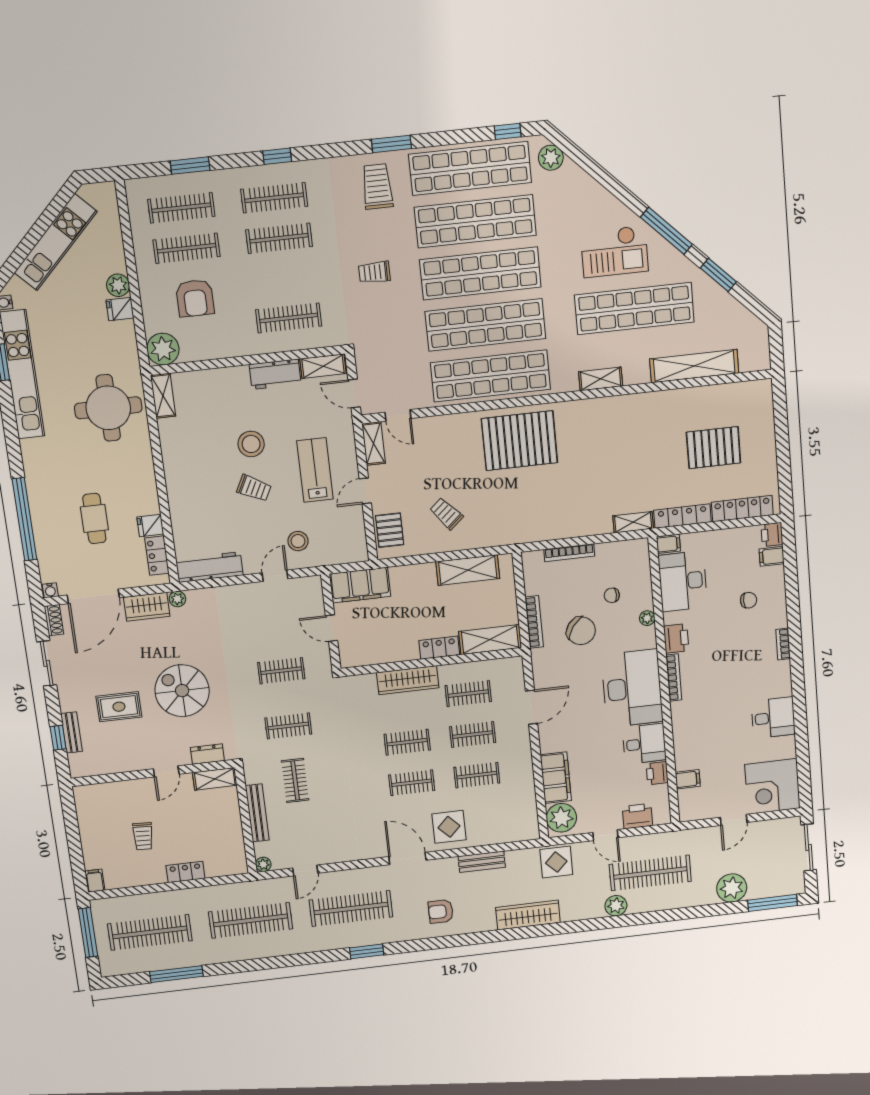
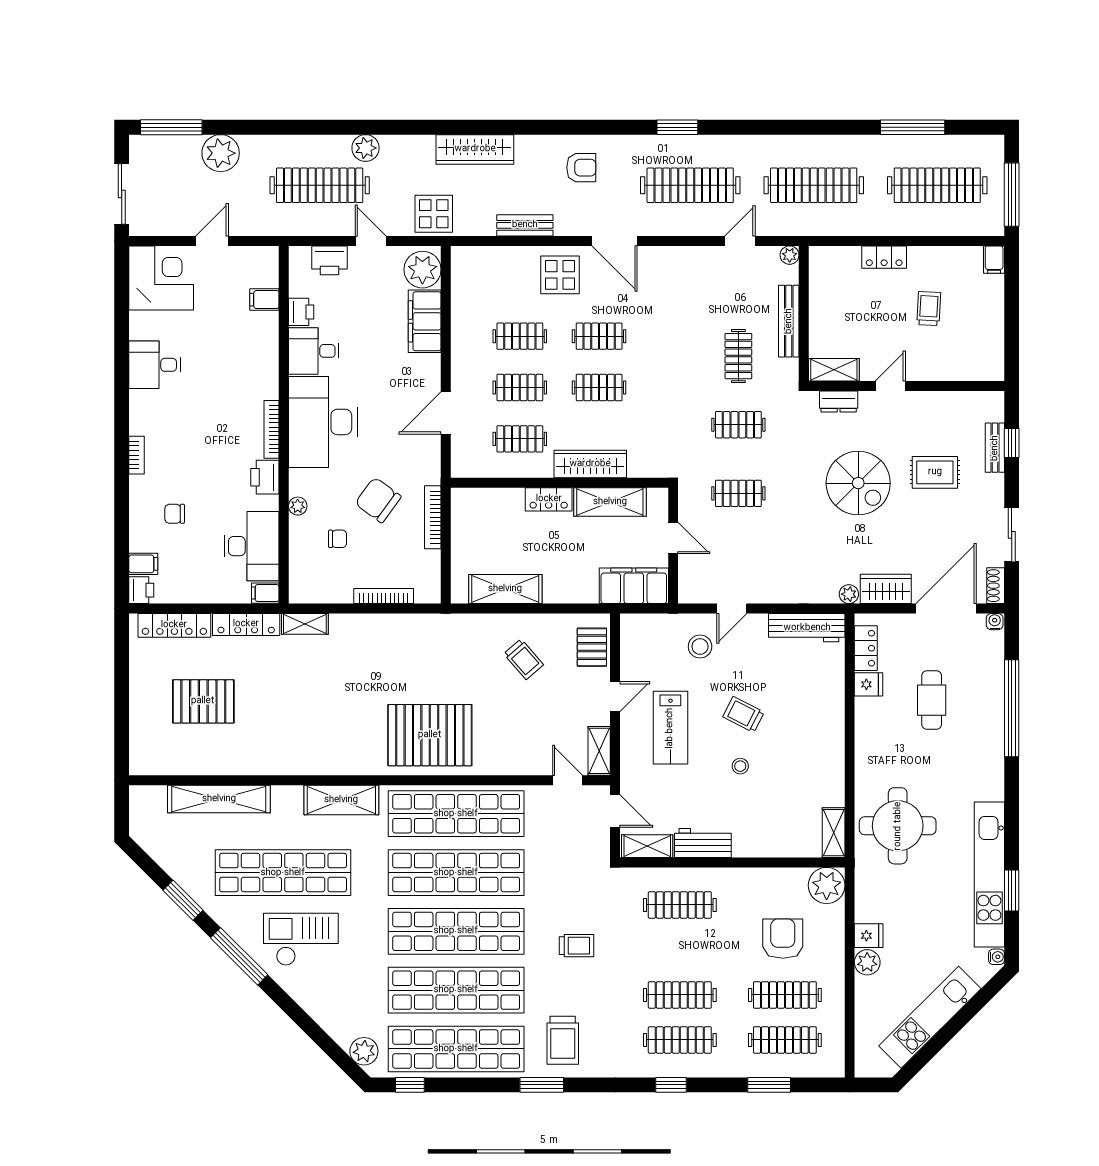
shelving: (601, 379) -> (341, 800), width x1.50, depth x1.33
stool: (251, 444) -> (740, 766), width x0.53, depth x0.53
shelving: (490, 640) -> (610, 502), moved

